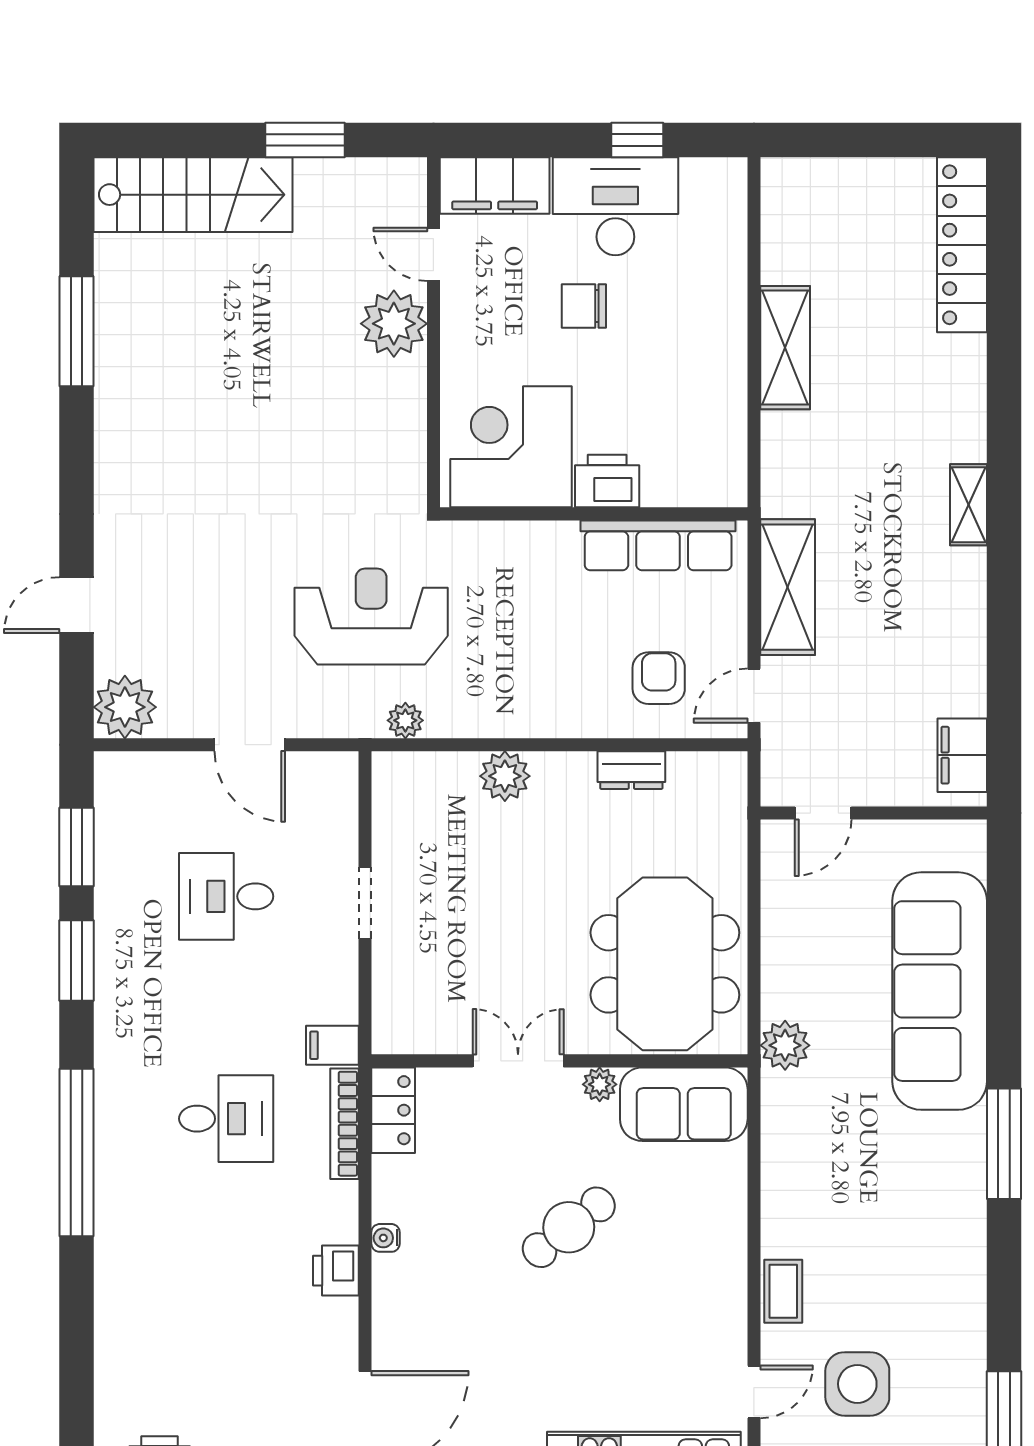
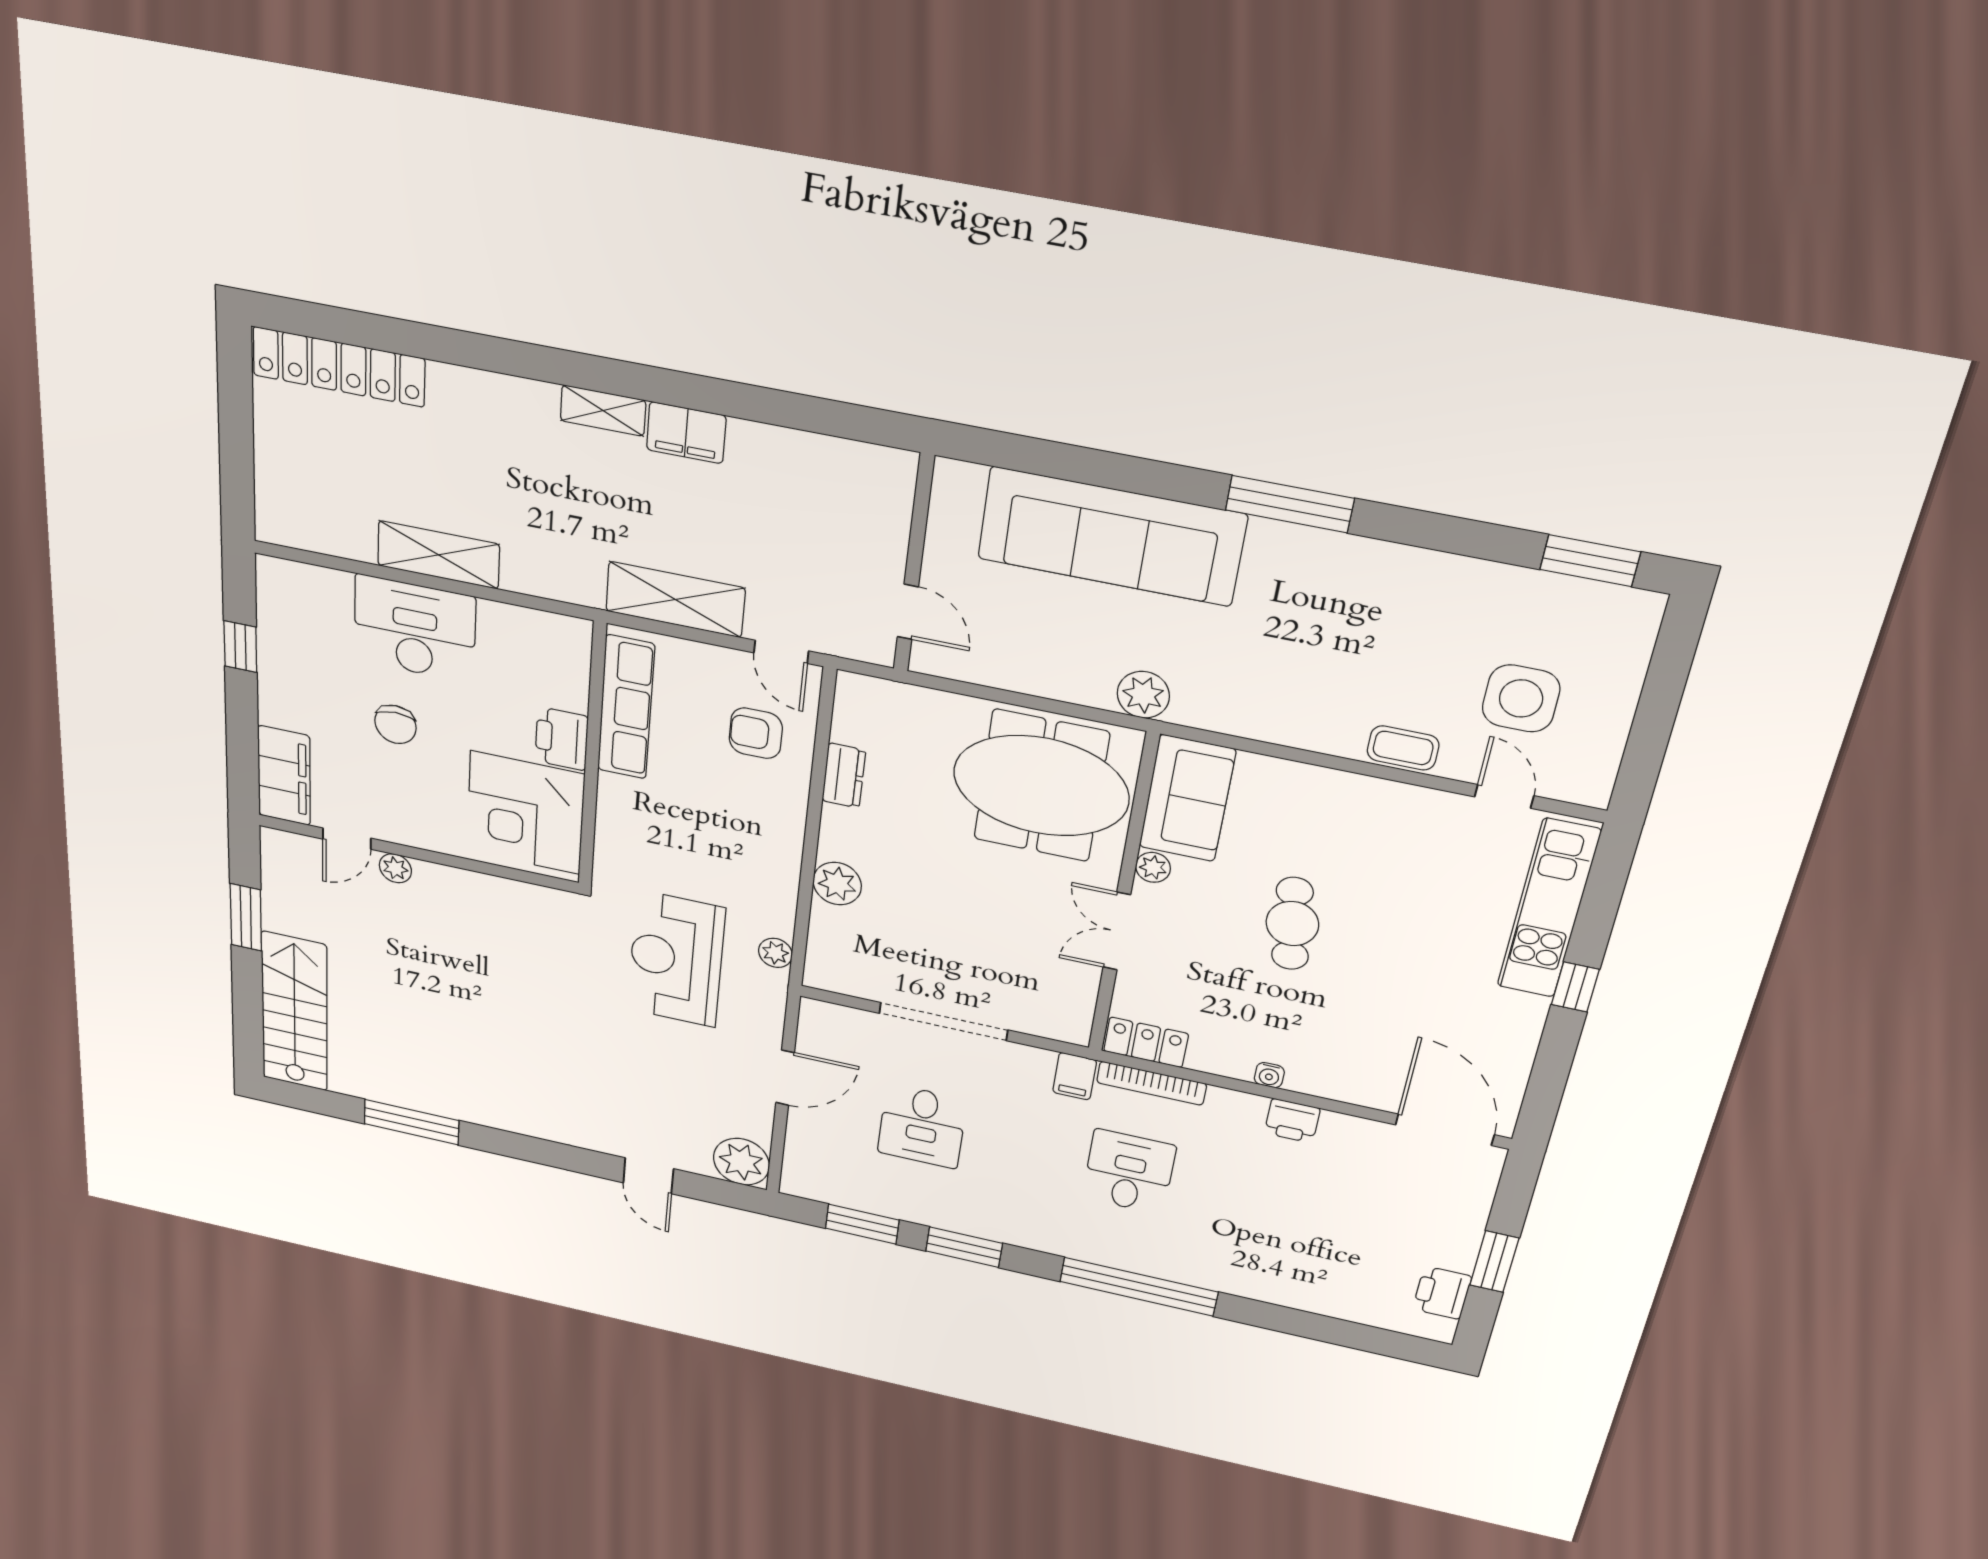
desk: (615, 206) -> (415, 629), moved, turned 90
plant: (394, 324) -> (395, 868), width x0.53, depth x0.53
filing cabinet: (962, 755) -> (686, 433), moved
doorway: (365, 903) -> (943, 1022), width x1.87
cafe table: (569, 1227) -> (1292, 924), turned 31

